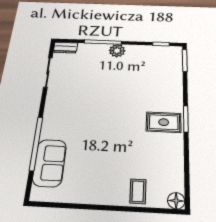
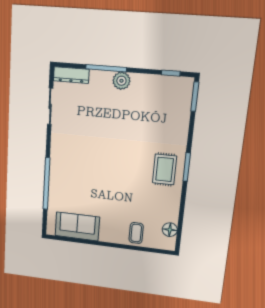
dresser: (65, 48) -> (71, 75), width x1.44
rug: (164, 122) -> (165, 169), turned 90
sofa: (50, 163) -> (77, 226), moved, turned -90
floor lamp: (176, 201) -> (170, 230), moved

